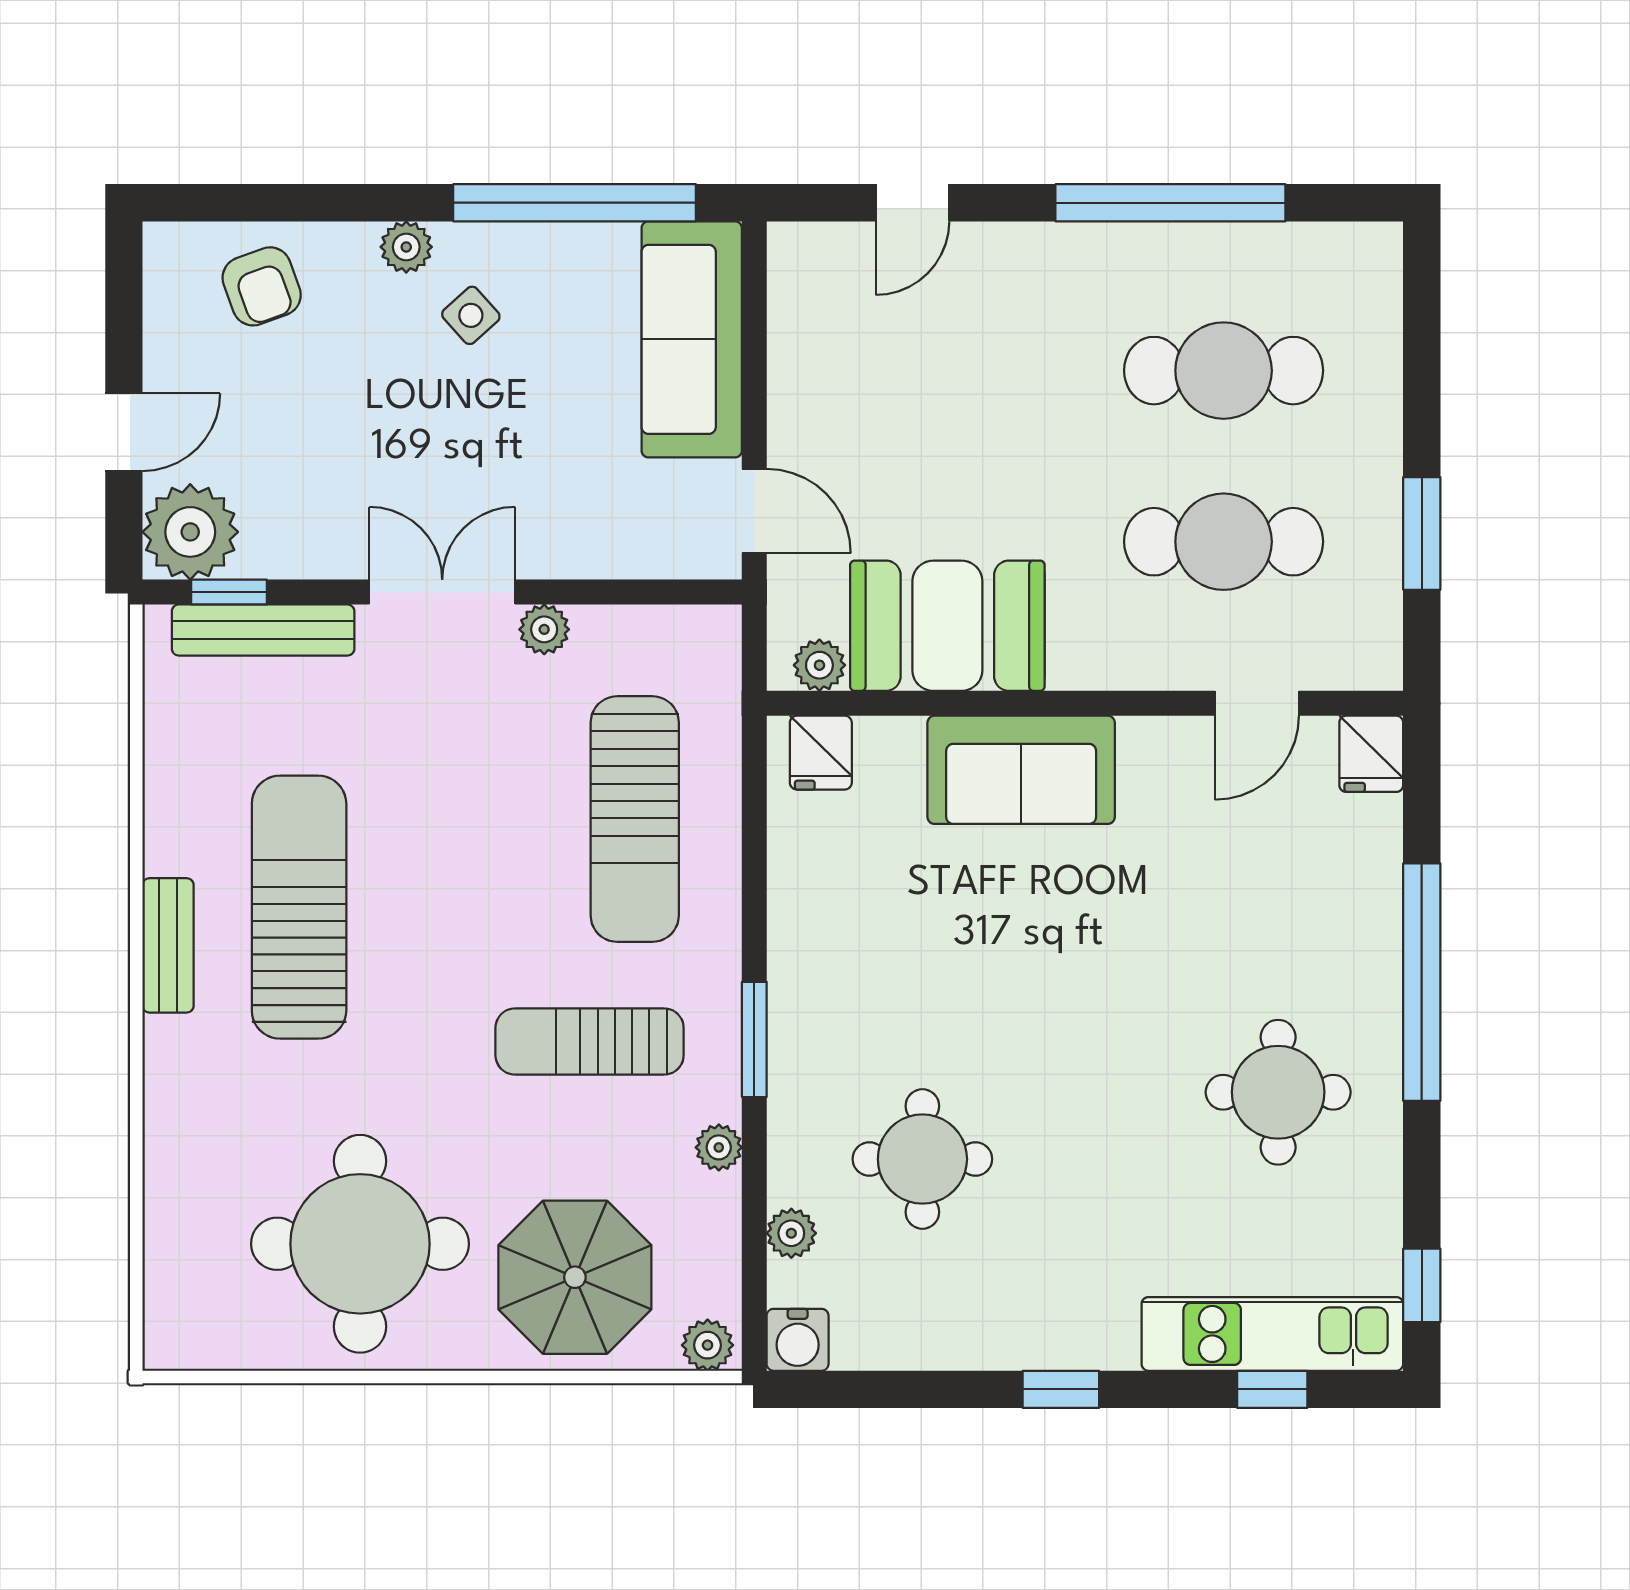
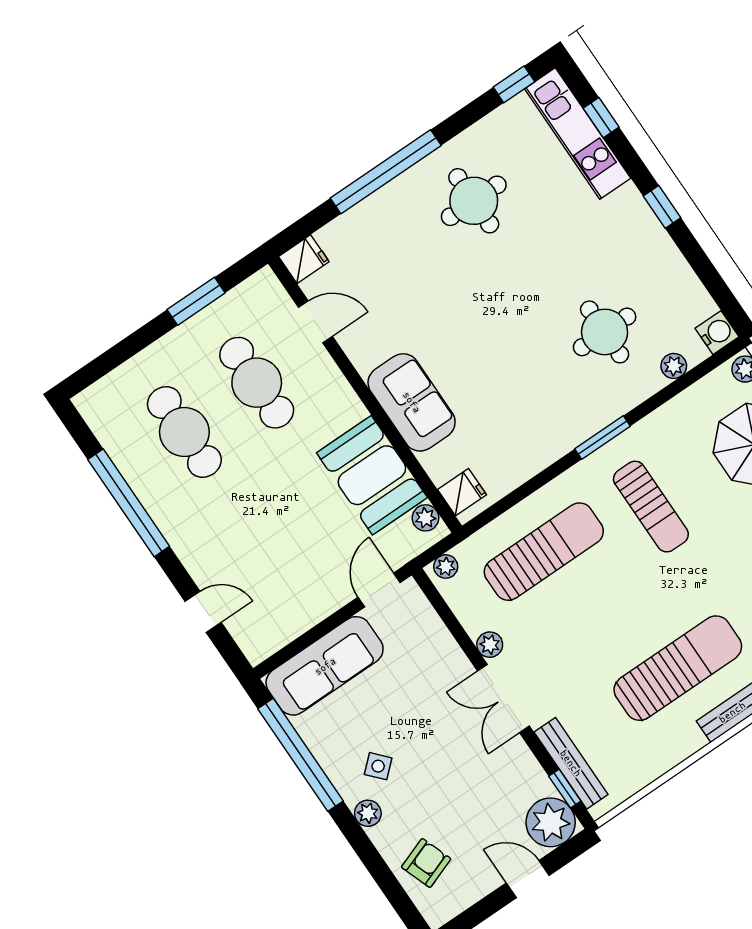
sun lounger: (299, 907) -> (678, 668), turned 180
plant: (719, 1147) -> (446, 566), moved

